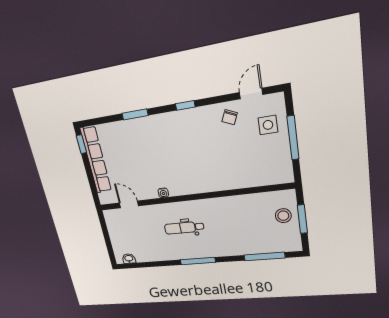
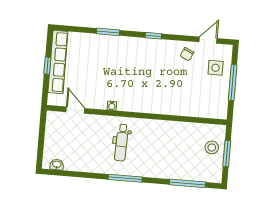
window: (81, 144) -> (47, 66), moved
dental chair: (184, 228) -> (121, 143), turned -88

